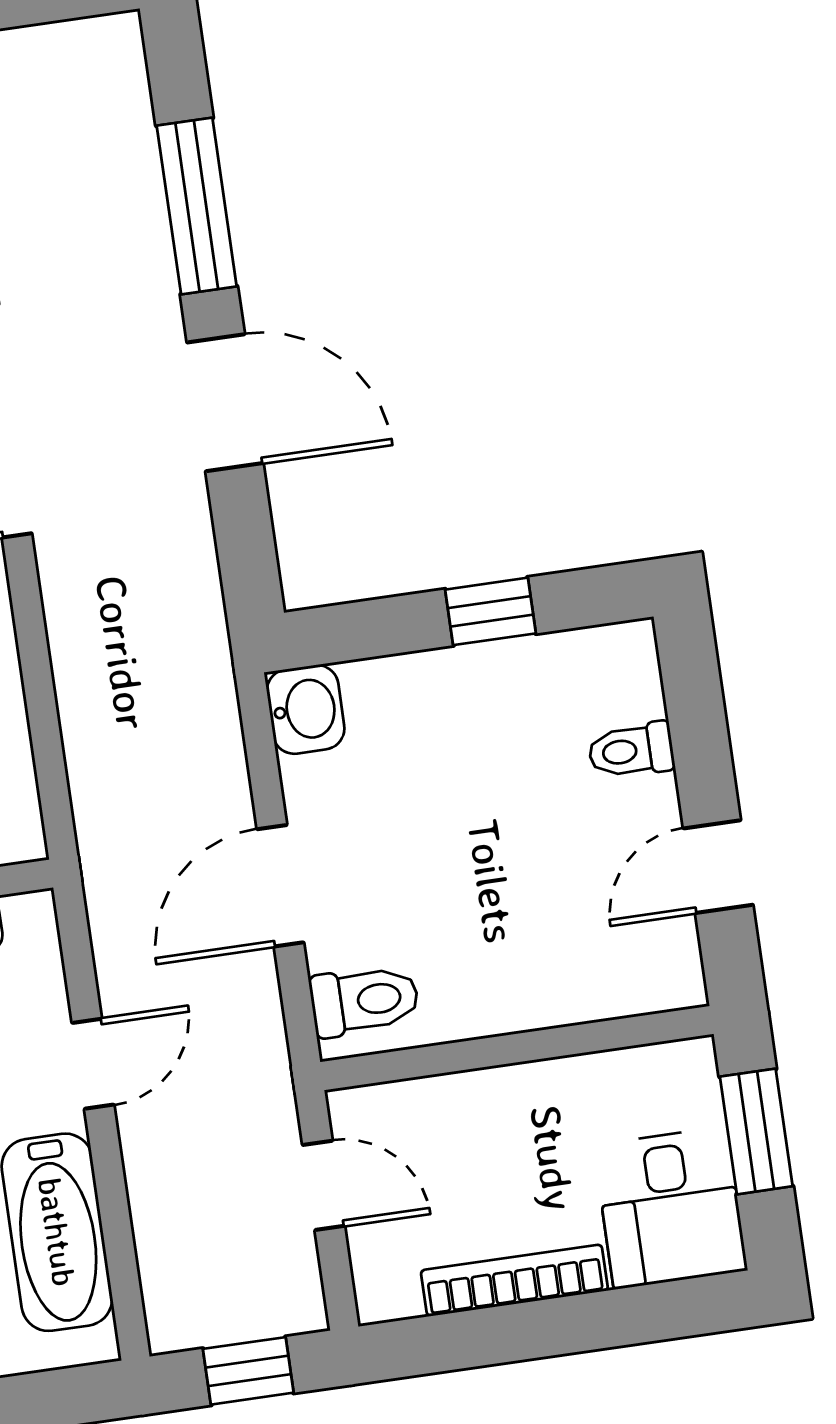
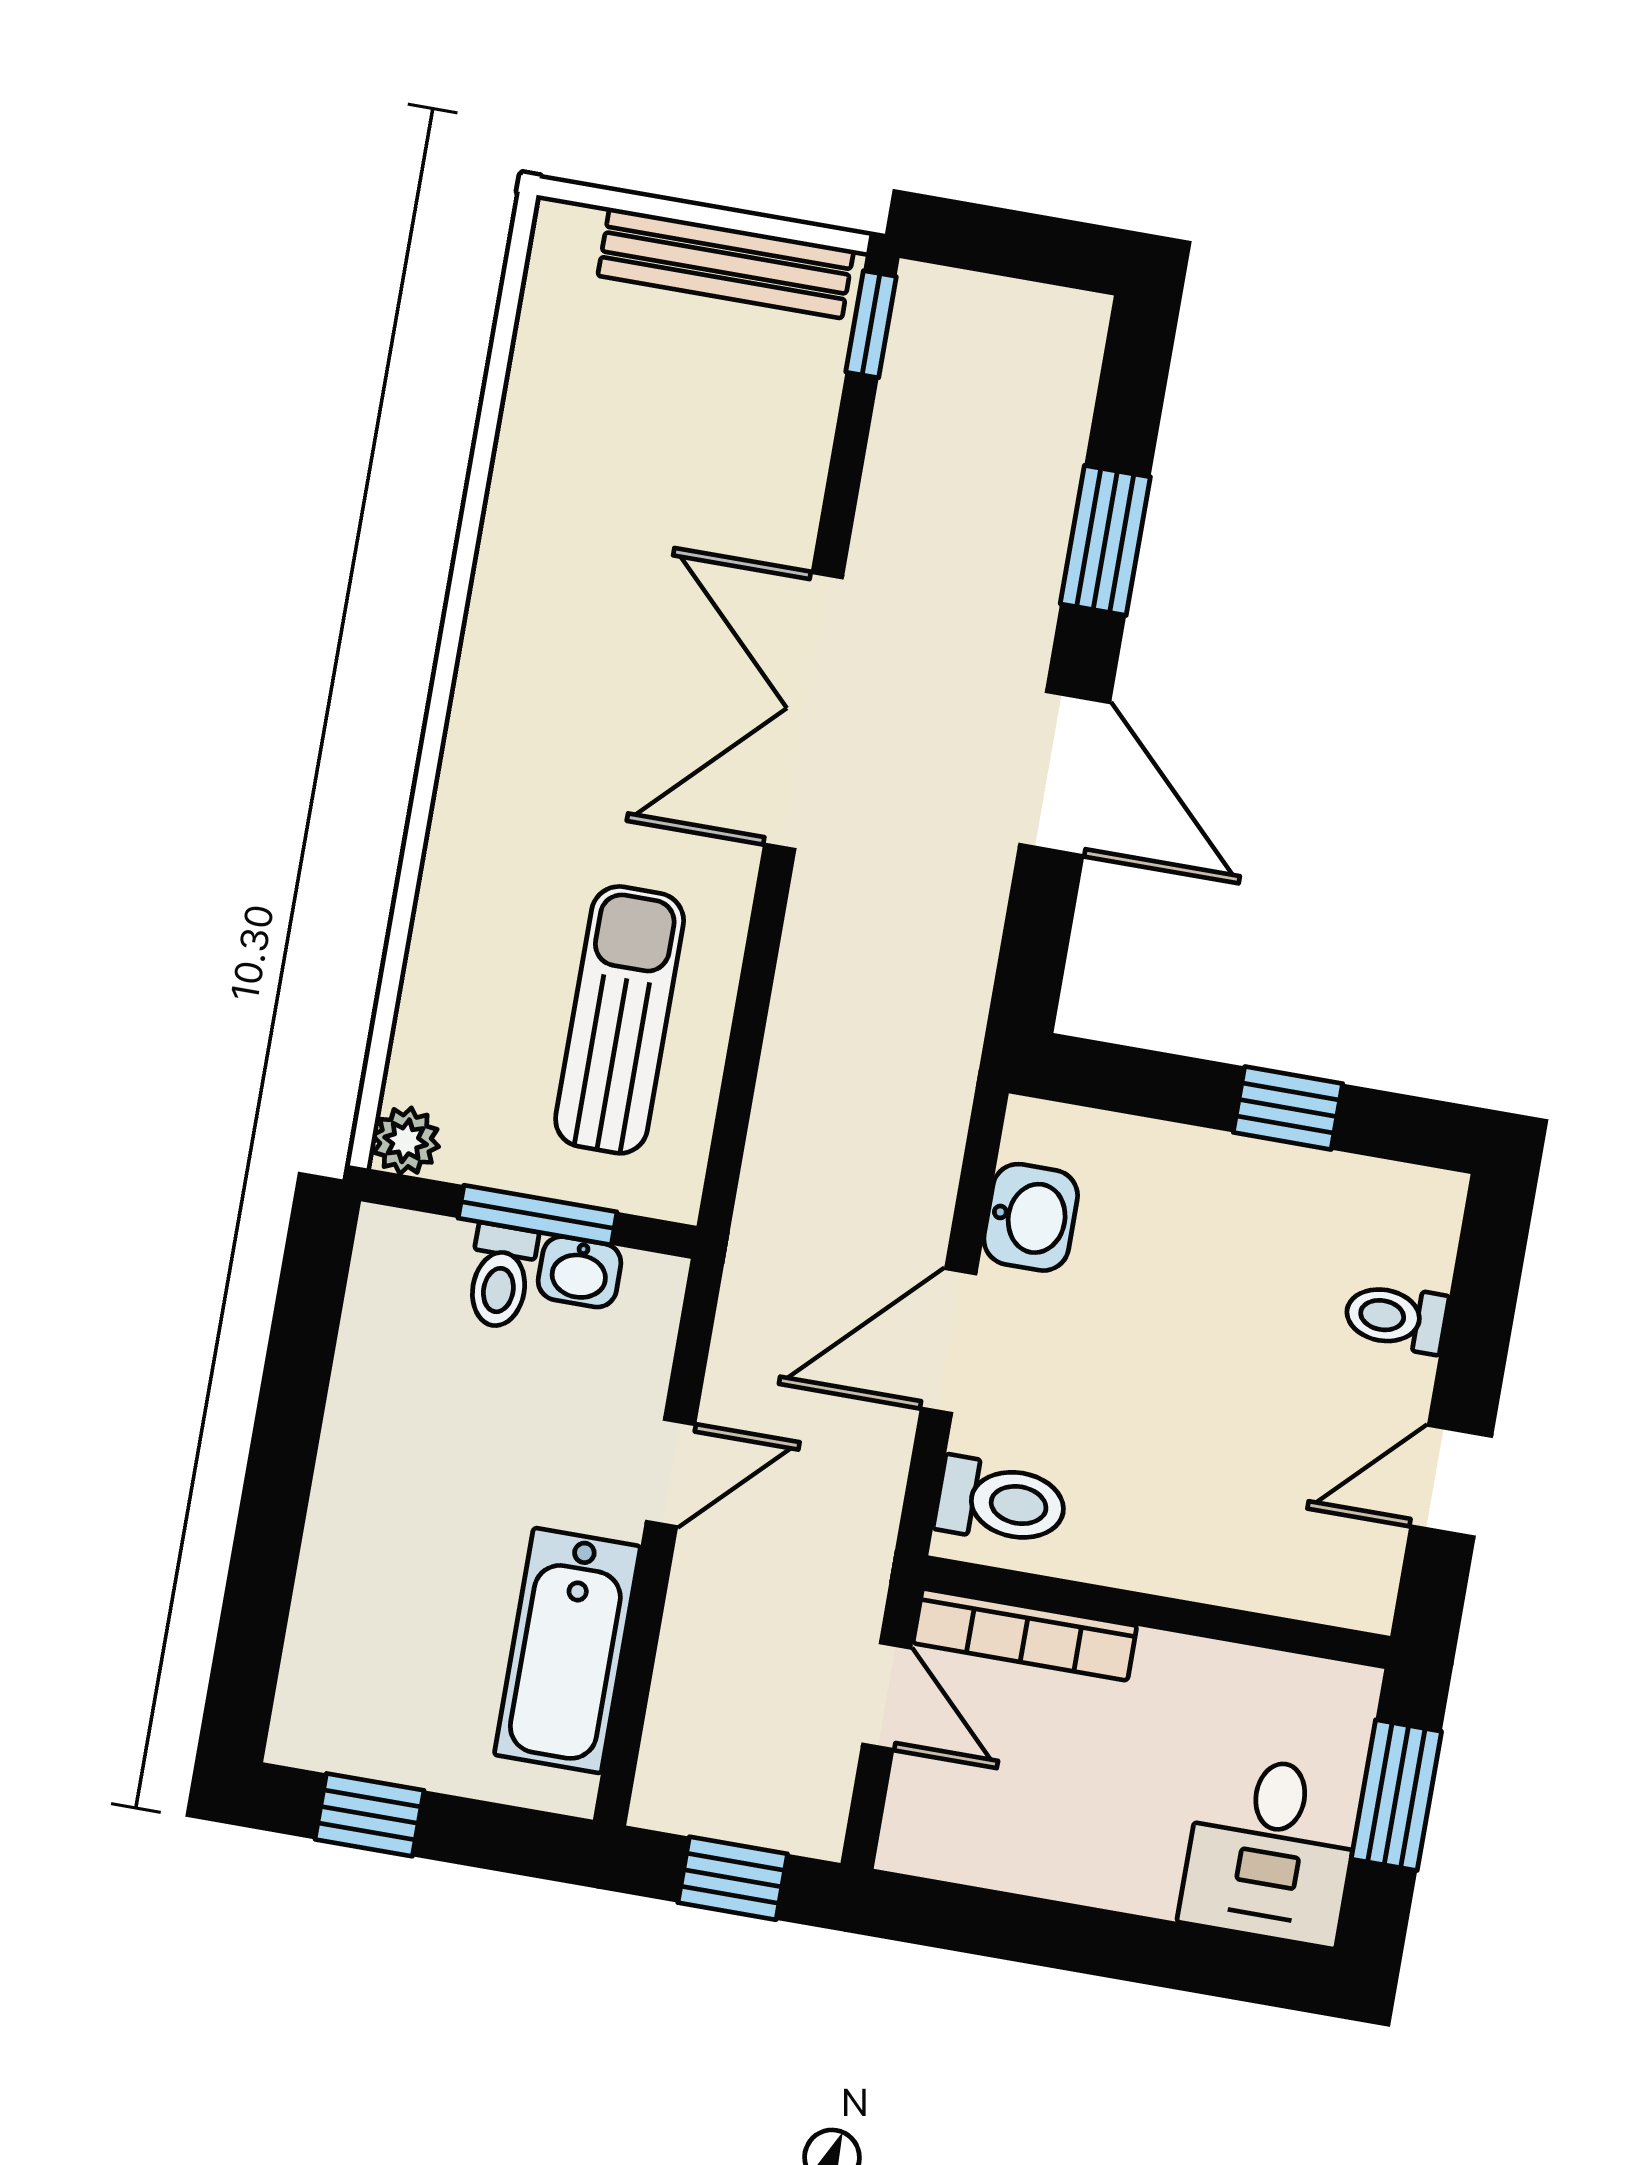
window: (197, 206) -> (1105, 540), width x0.69
washbasin: (306, 709) -> (1031, 1217), moved
bookcase: (514, 1280) -> (1025, 1634), moved, turned 180

